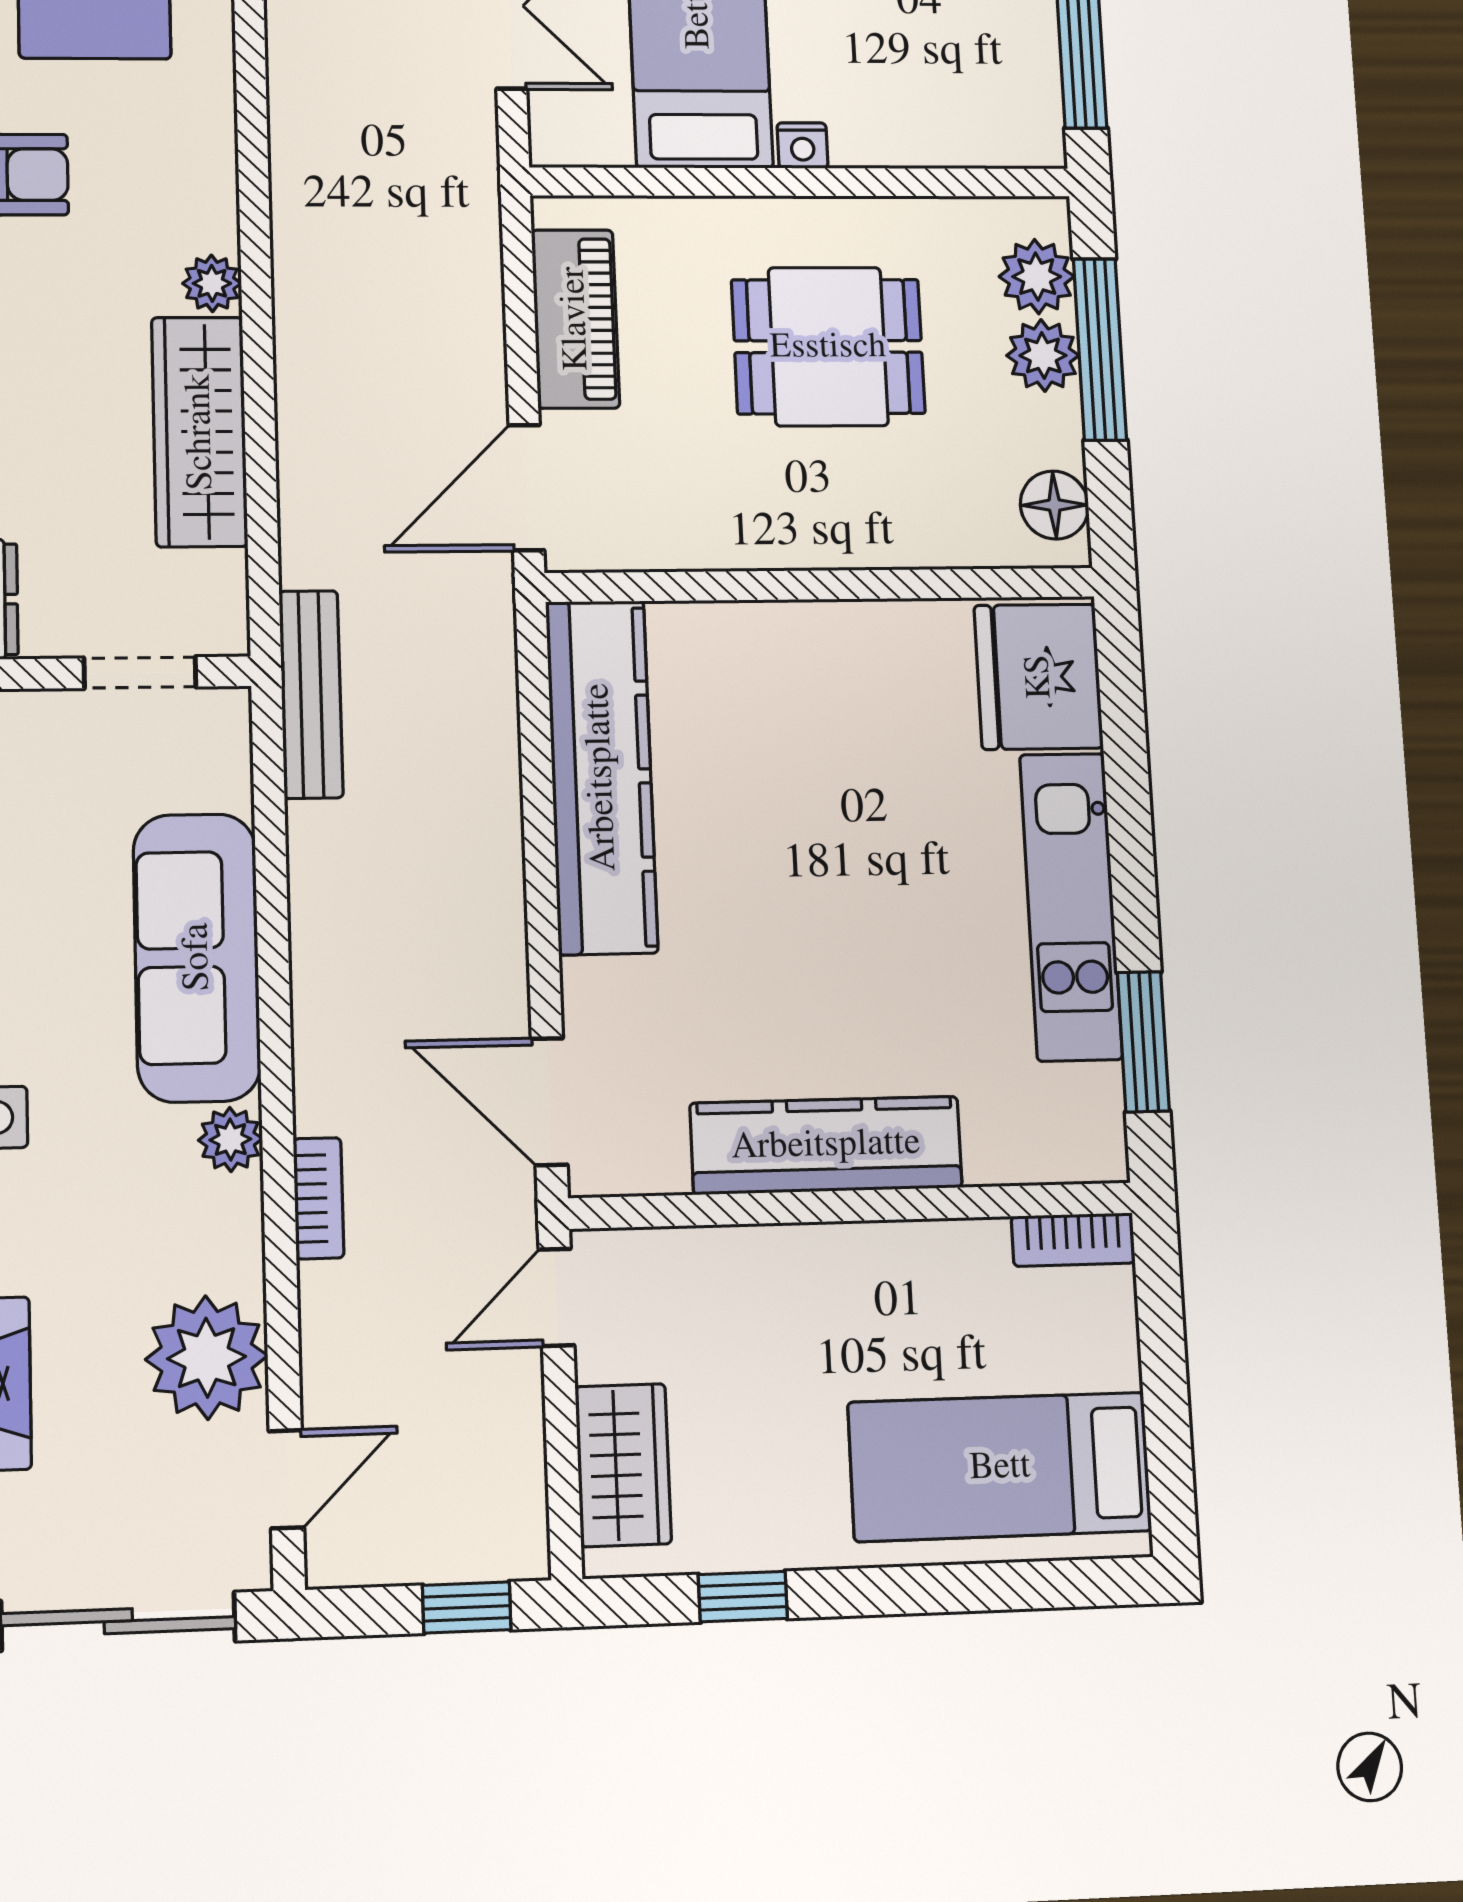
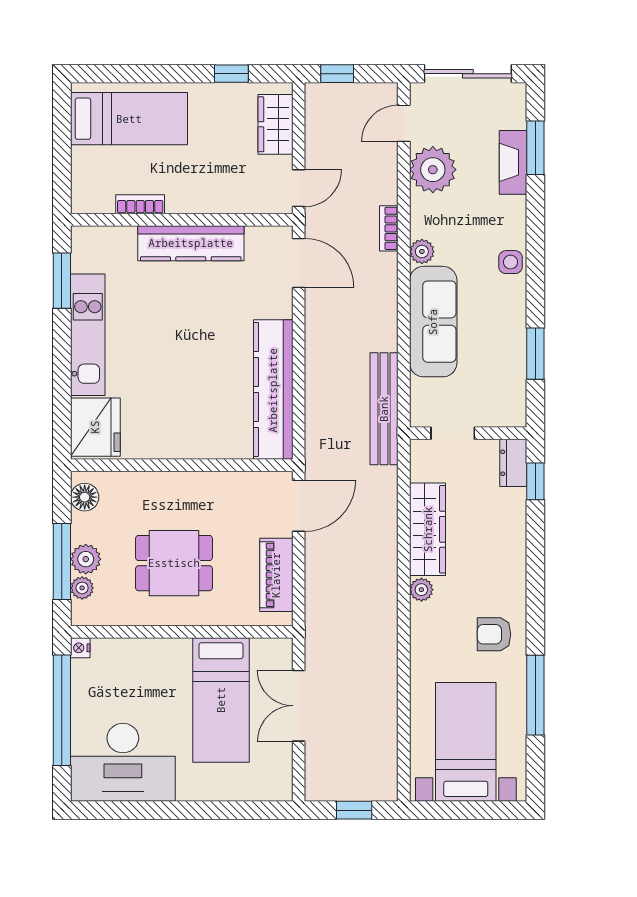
nightstand: (802, 146) -> (80, 648), moved, turned -90
plant: (1037, 277) -> (82, 588), width x0.73, depth x0.73
bench: (311, 694) -> (384, 409), width x1.37, depth x1.21
bookcase: (1073, 1240) -> (140, 204), moved

